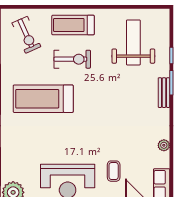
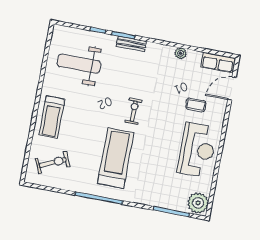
exercise bike: (72, 59) -> (134, 111), moved, width x0.73, depth x0.72
treadmill: (43, 99) -> (116, 158), turned 180

